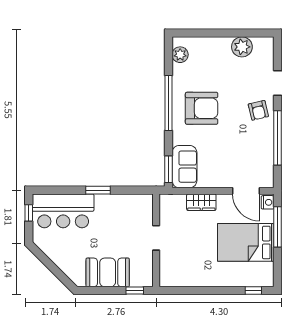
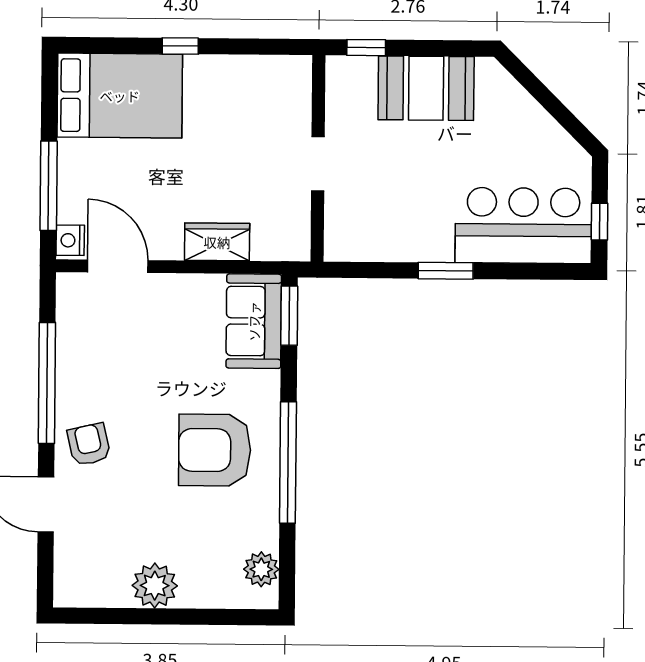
plant: (242, 47) -> (155, 586), moved
bed: (246, 242) -> (120, 96), moved
window: (253, 290) -> (180, 46), moved

